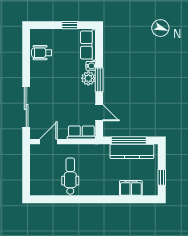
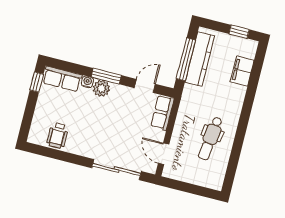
window: (70, 25) -> (37, 82), moved
dental chair: (70, 176) -> (210, 138), turned -83

